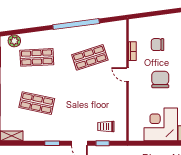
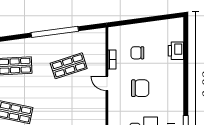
chair: (160, 79) -> (140, 88), turned 90

